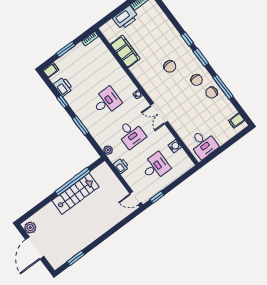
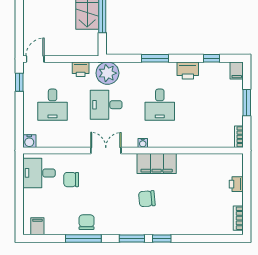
printer: (126, 18) -> (236, 184), width x0.53, depth x0.68
filing cabinet: (125, 51) -> (157, 164), moved
chair: (197, 80) -> (71, 180), moved
printer: (63, 87) -> (188, 70), moved
window: (63, 102) -> (212, 58), moved
water cooler: (175, 146) -> (29, 141), moved
plant: (108, 150) -> (107, 73), width x1.88, depth x1.88

